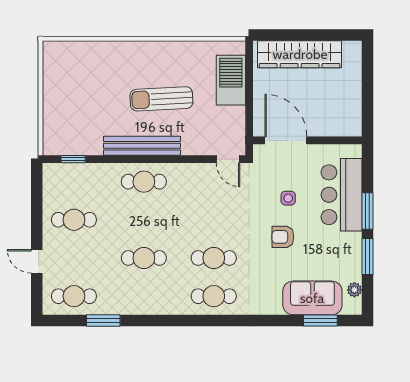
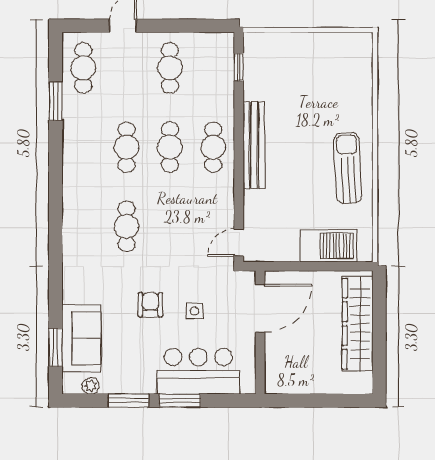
sun lounger: (161, 99) -> (348, 168), moved
cafe table: (214, 296) -> (170, 147), moved

